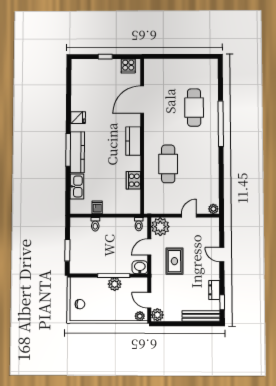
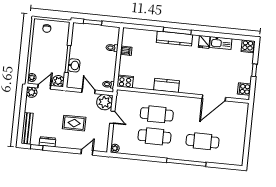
cooker: (78, 67) -> (248, 46), added
door: (142, 100) -> (214, 98), swing flipped
kitchen counter: (133, 141) -> (167, 85), moved
cafe table: (194, 164) -> (154, 136), added
cooker: (133, 180) -> (125, 81), moved
kitchen sink: (77, 186) -> (221, 43), moved
door: (189, 216) -> (112, 117), moved
door: (222, 255) -> (87, 152), moved
rug: (174, 261) -> (74, 123), moved
washbasin: (140, 267) -> (74, 65), moved
plant: (115, 284) -> (58, 81), moved

